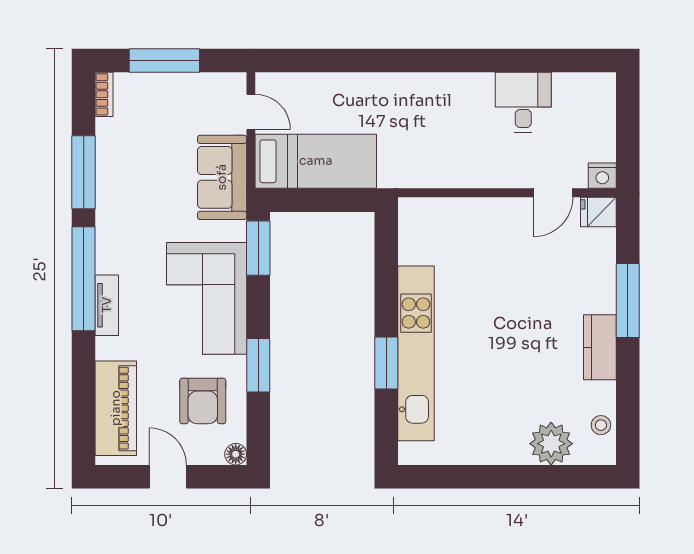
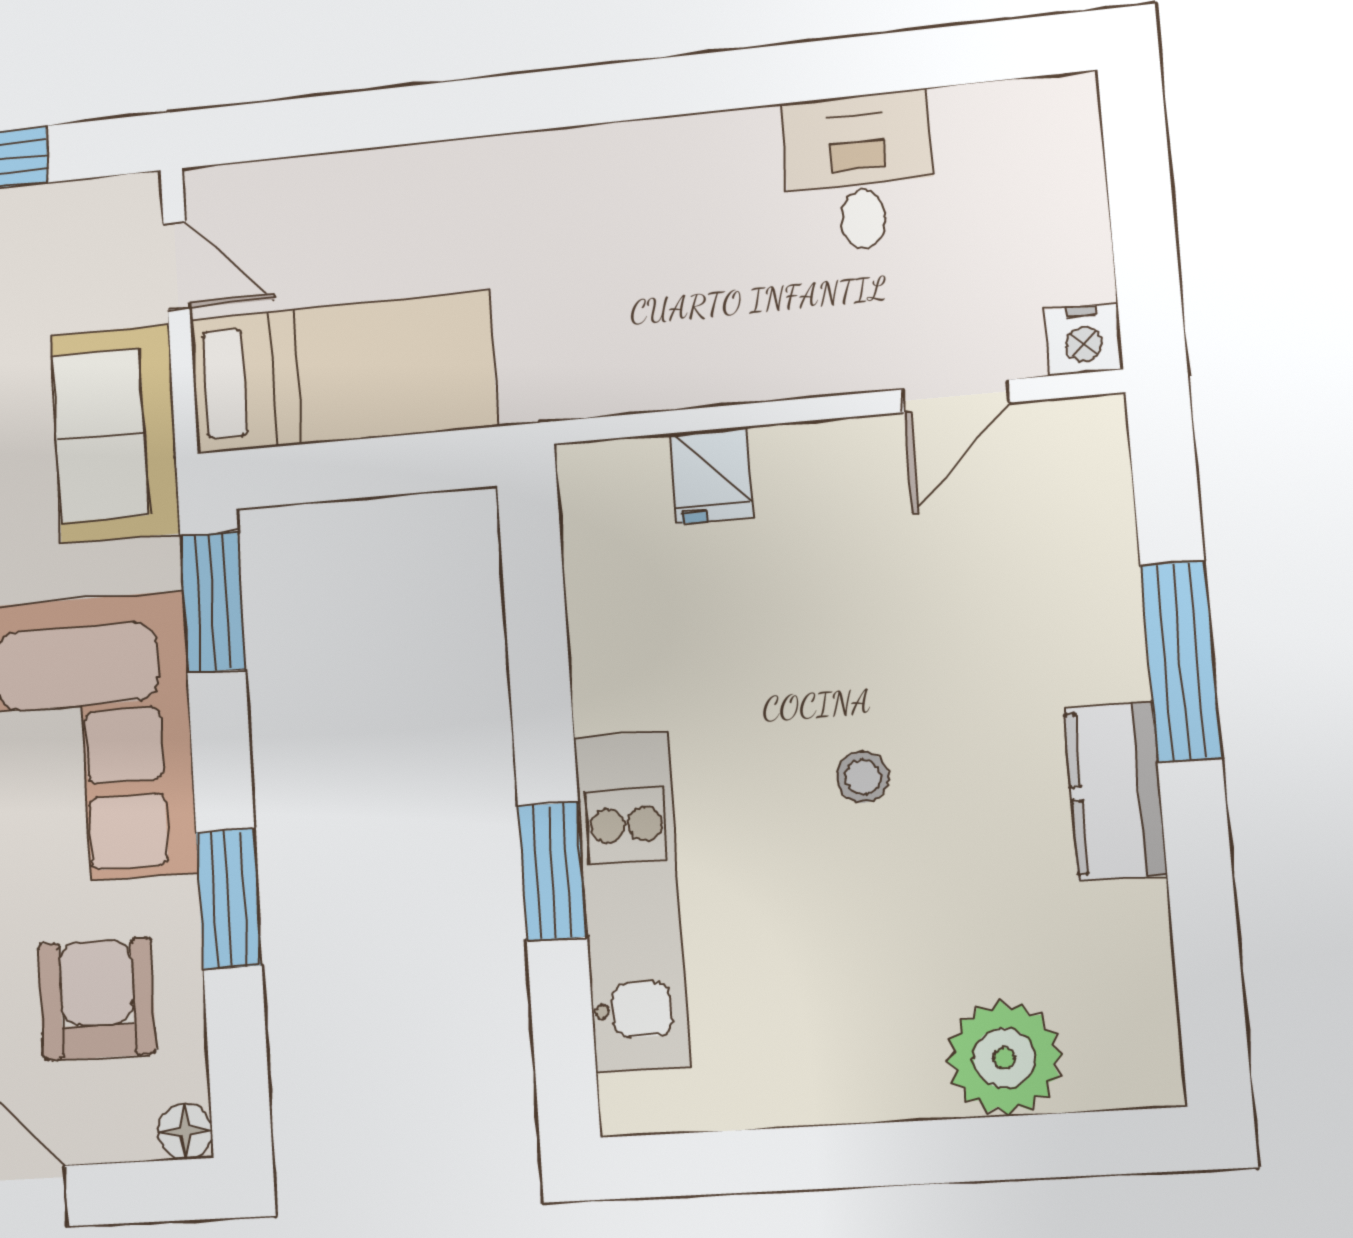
fridge: (598, 212) -> (712, 475), moved, turned -90
kitchen unit: (416, 353) -> (632, 902), width x0.73
armchair: (203, 401) -> (97, 999), turned 180
stool: (601, 425) -> (863, 777), moved

